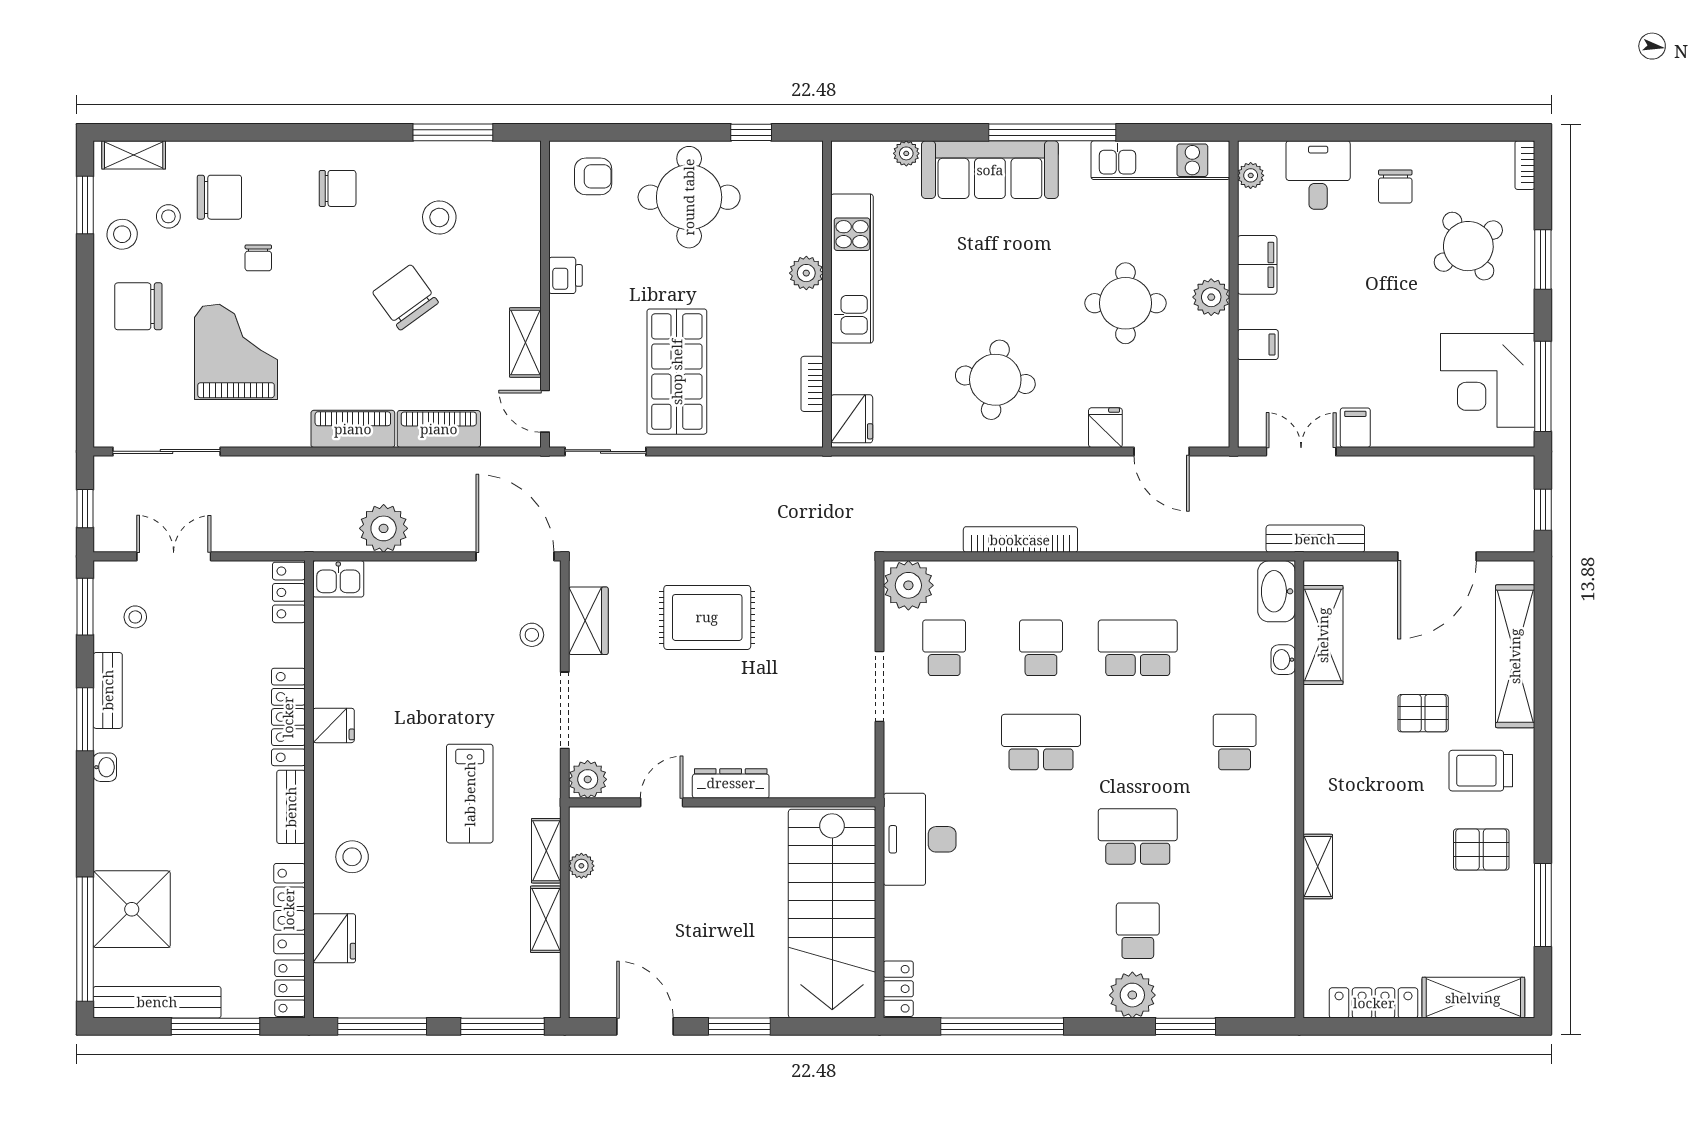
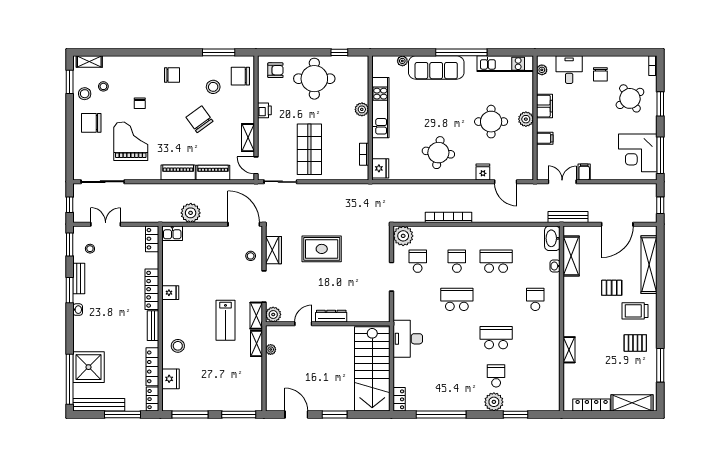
chair: (219, 197) -> (240, 76), moved, turned 180
shelving: (546, 919) -> (256, 316), moved

